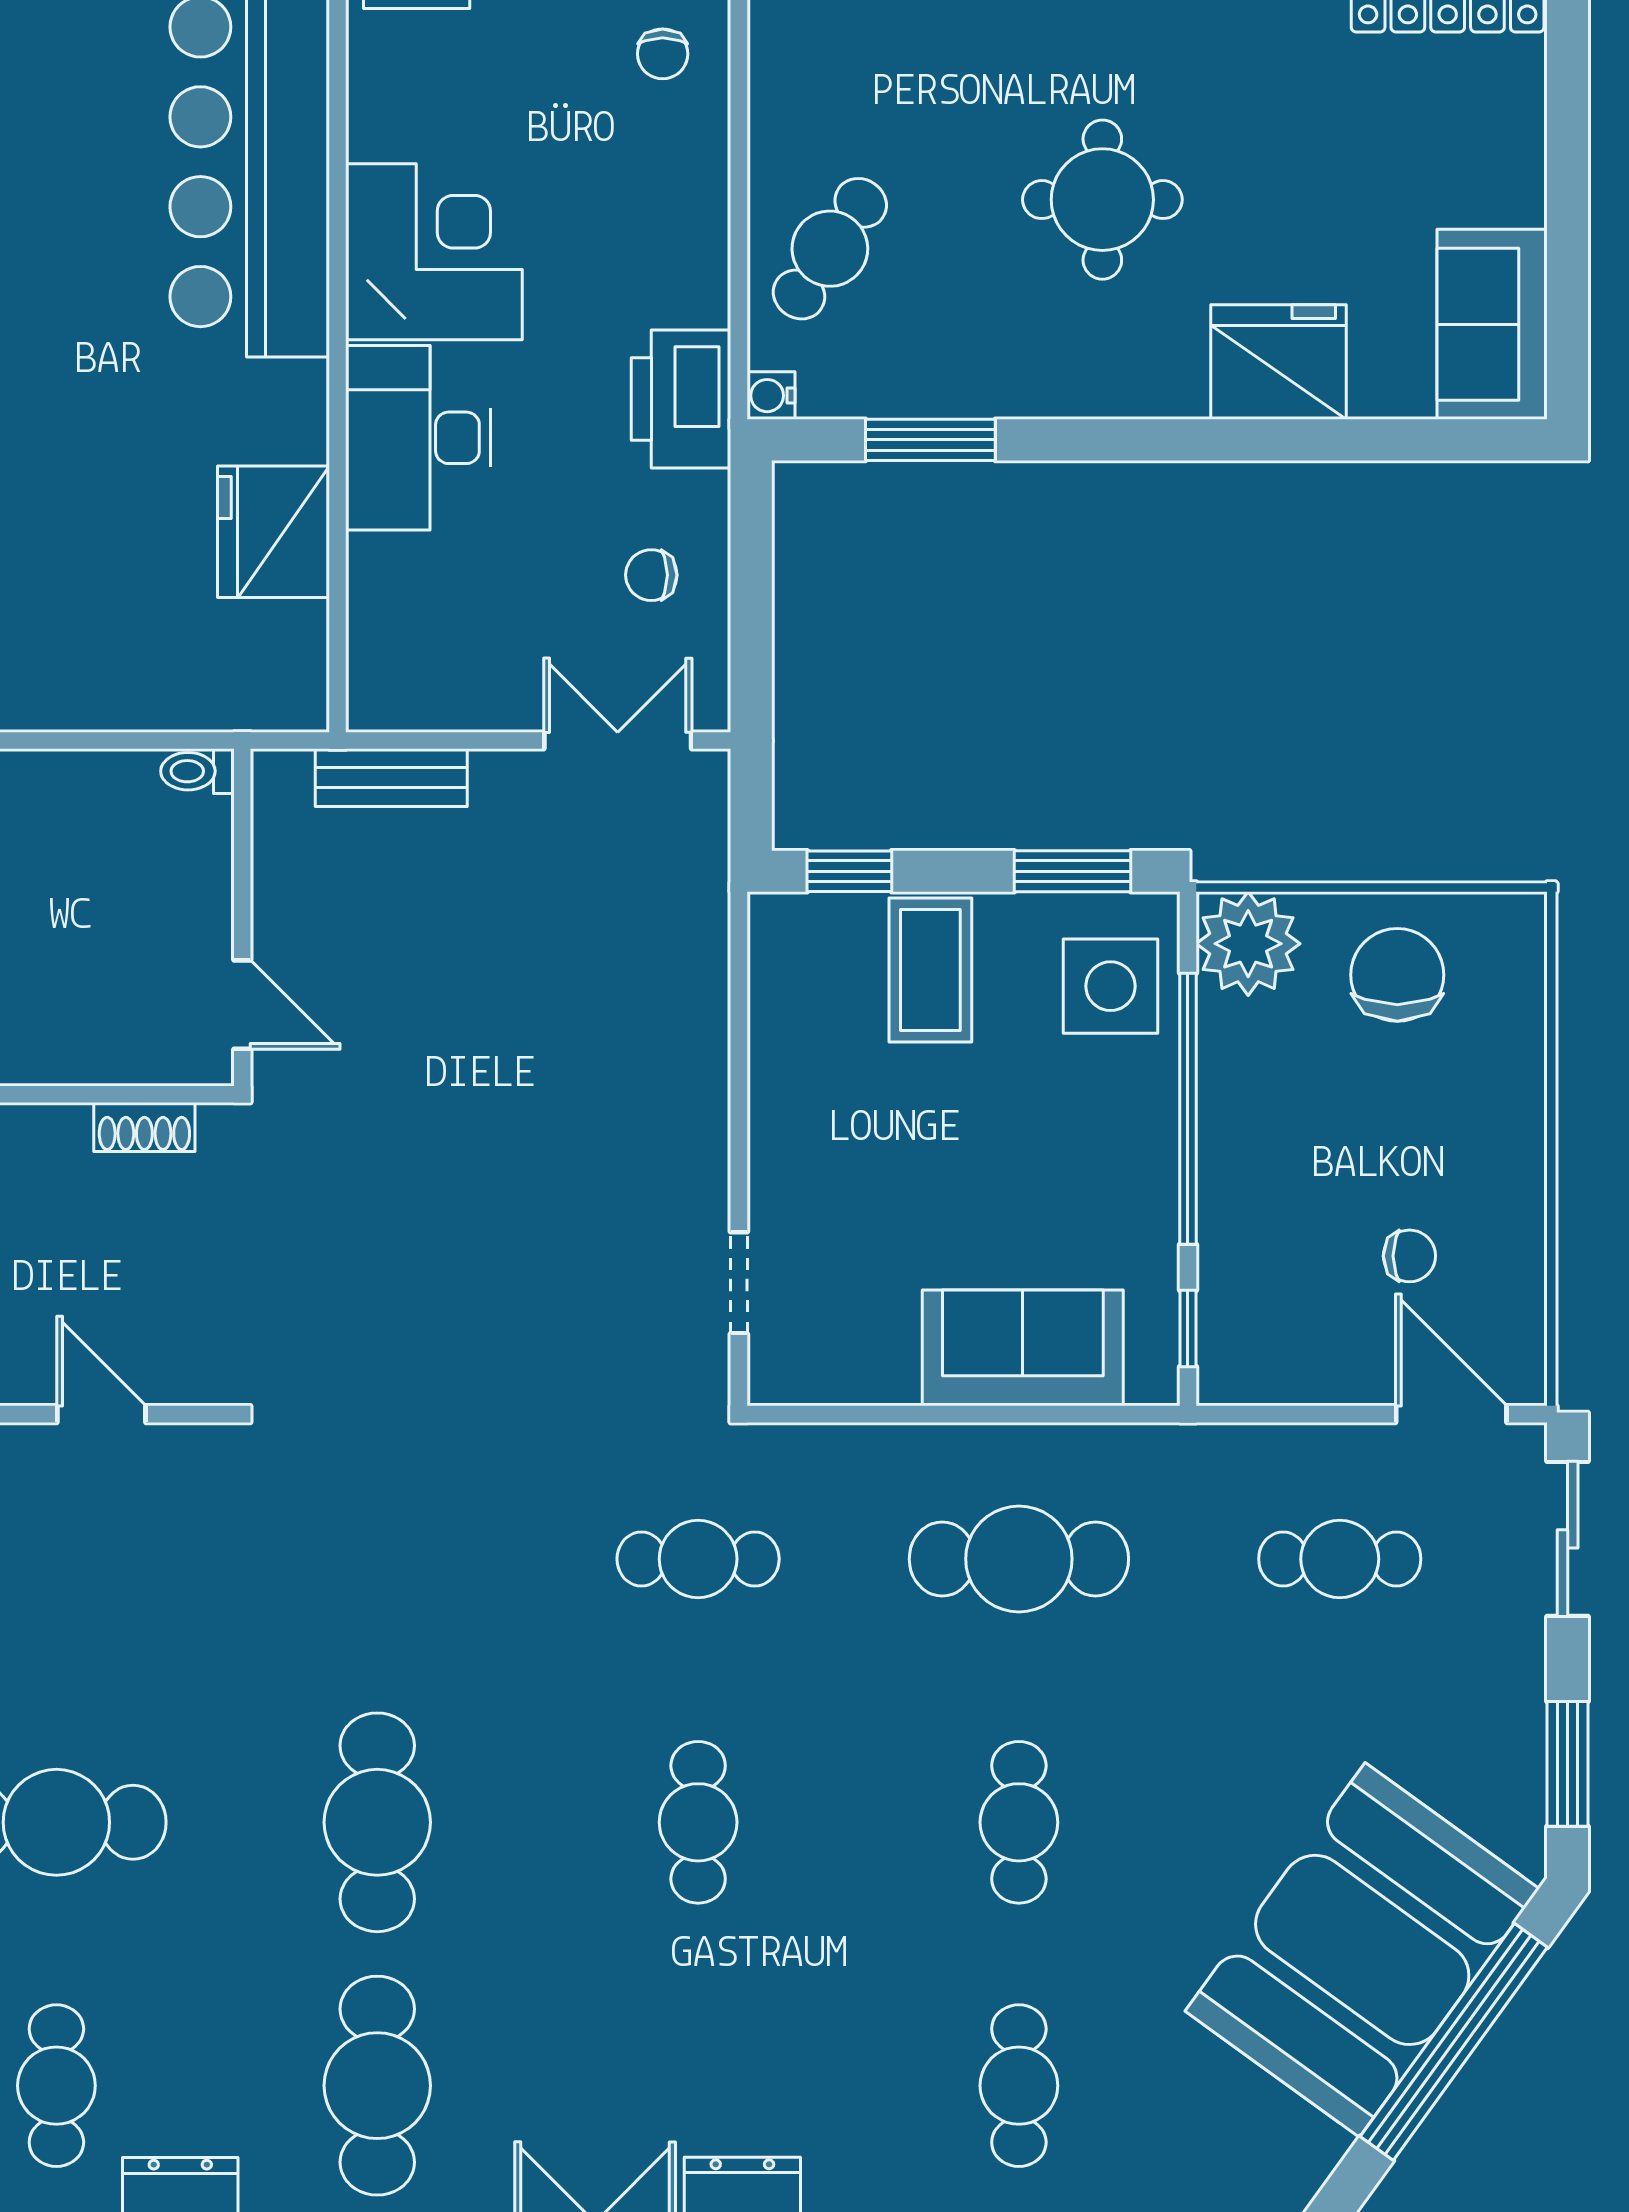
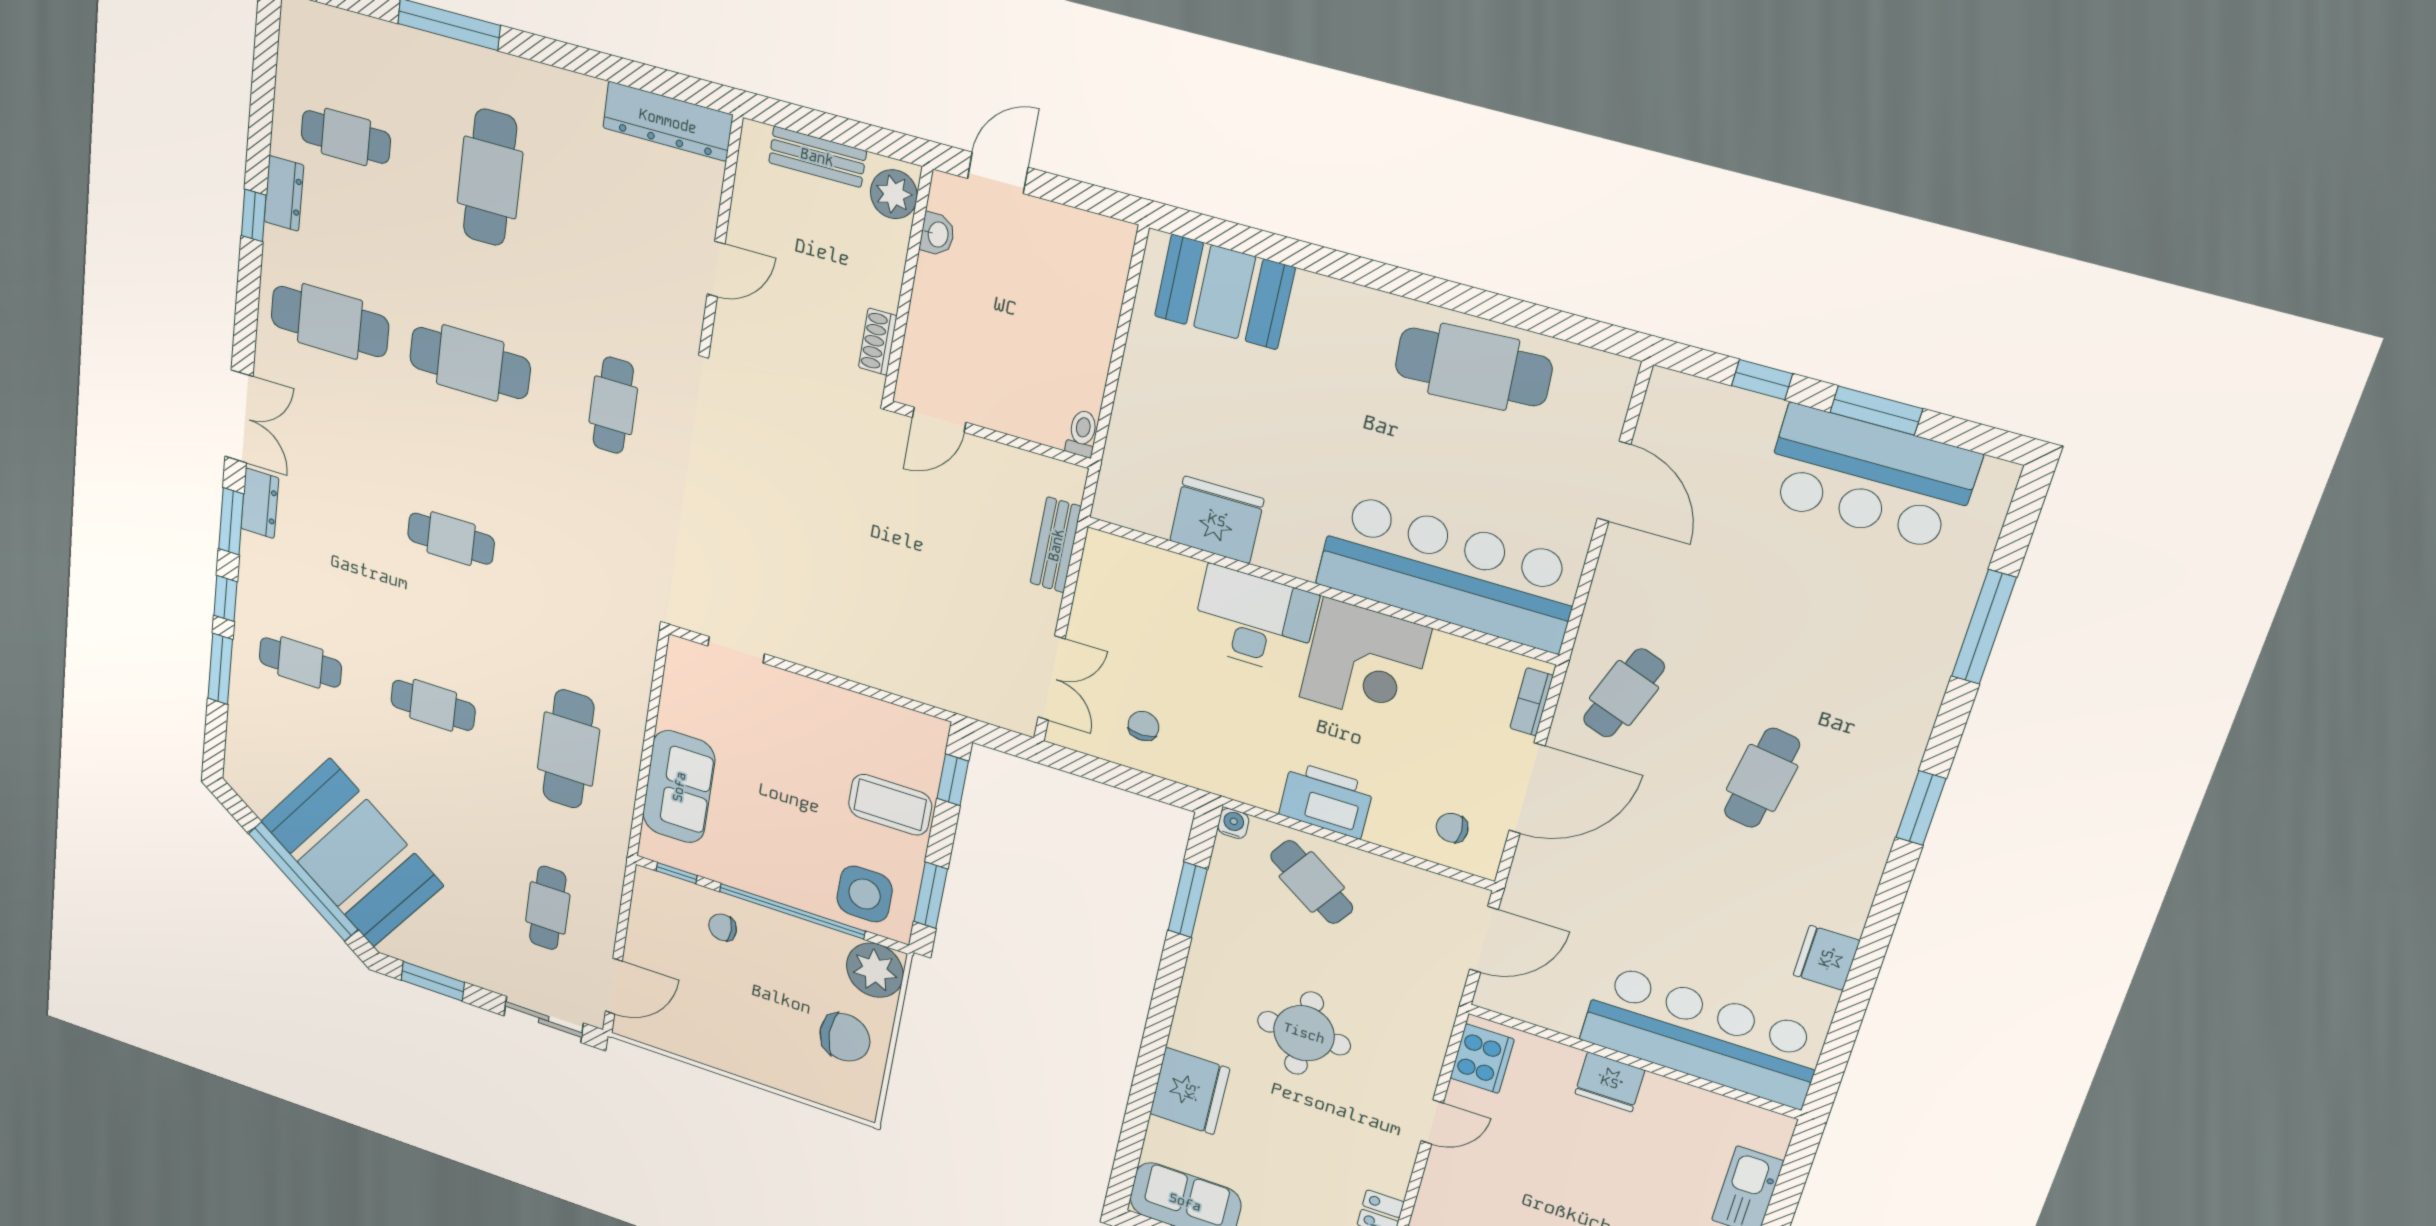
printer: (681, 399) -> (1326, 800), moved
chair: (1409, 1256) -> (723, 927), moved, turned 90
cafe table: (698, 1559) -> (613, 405), moved

